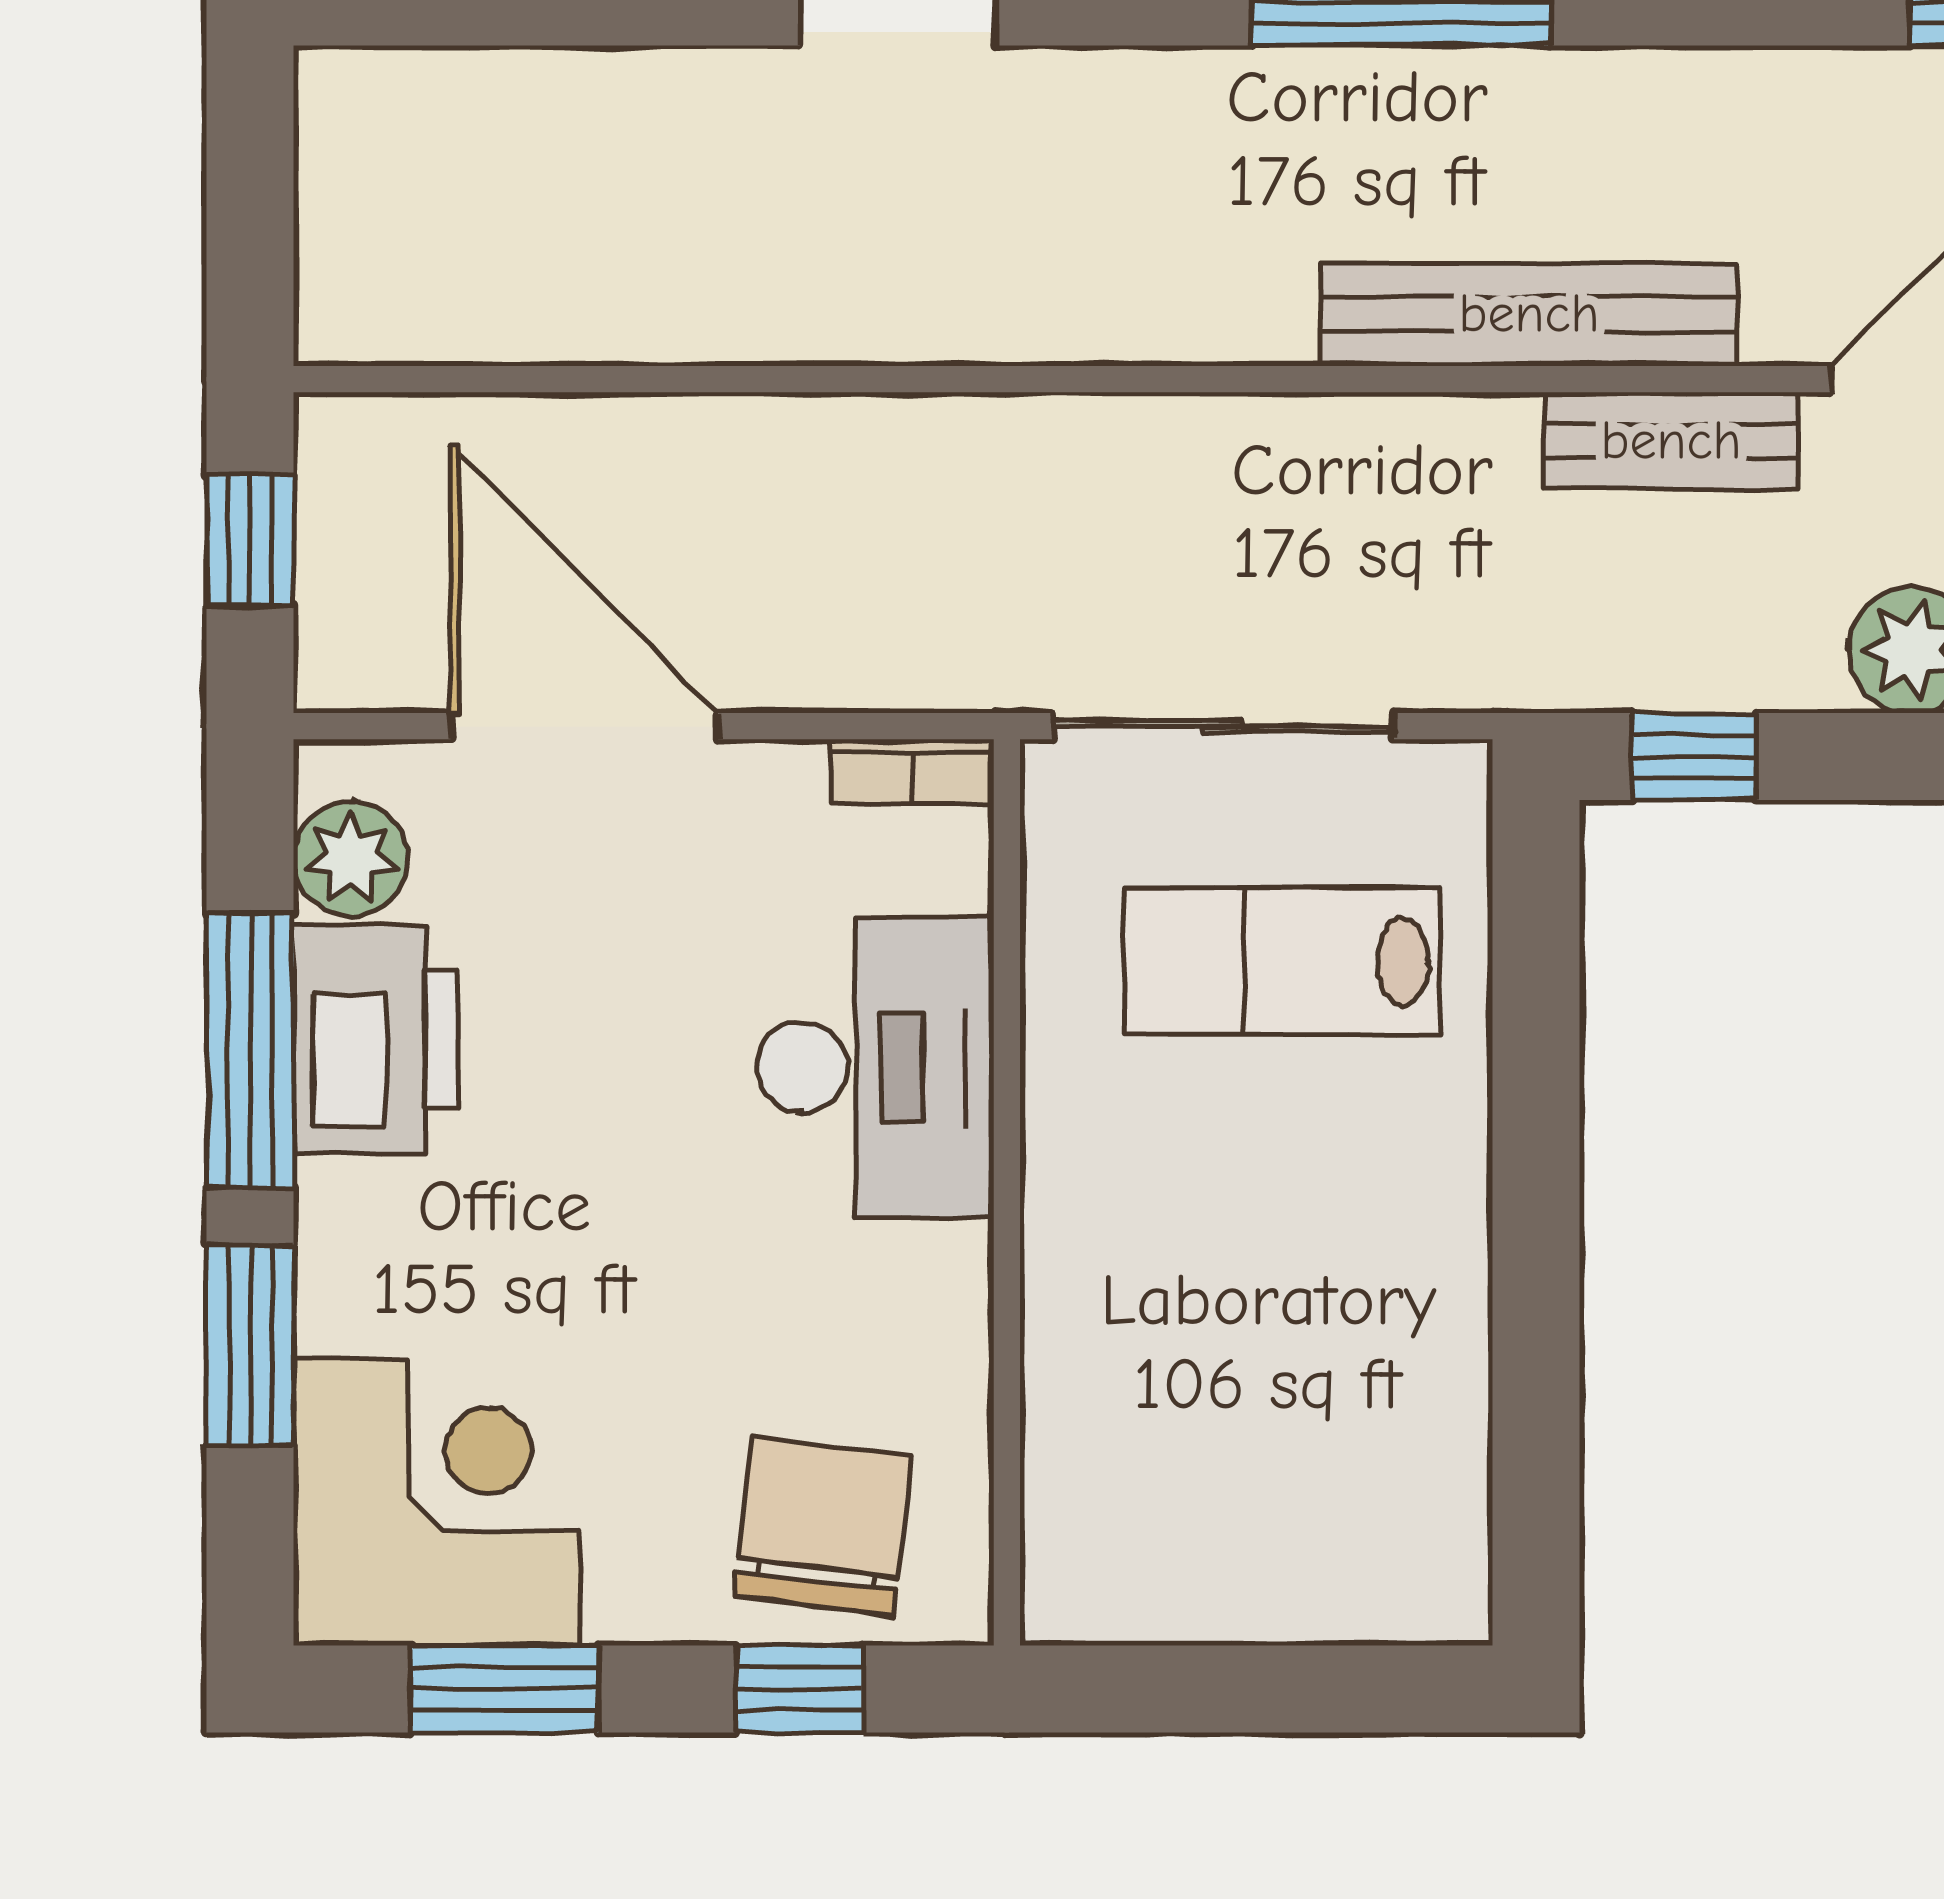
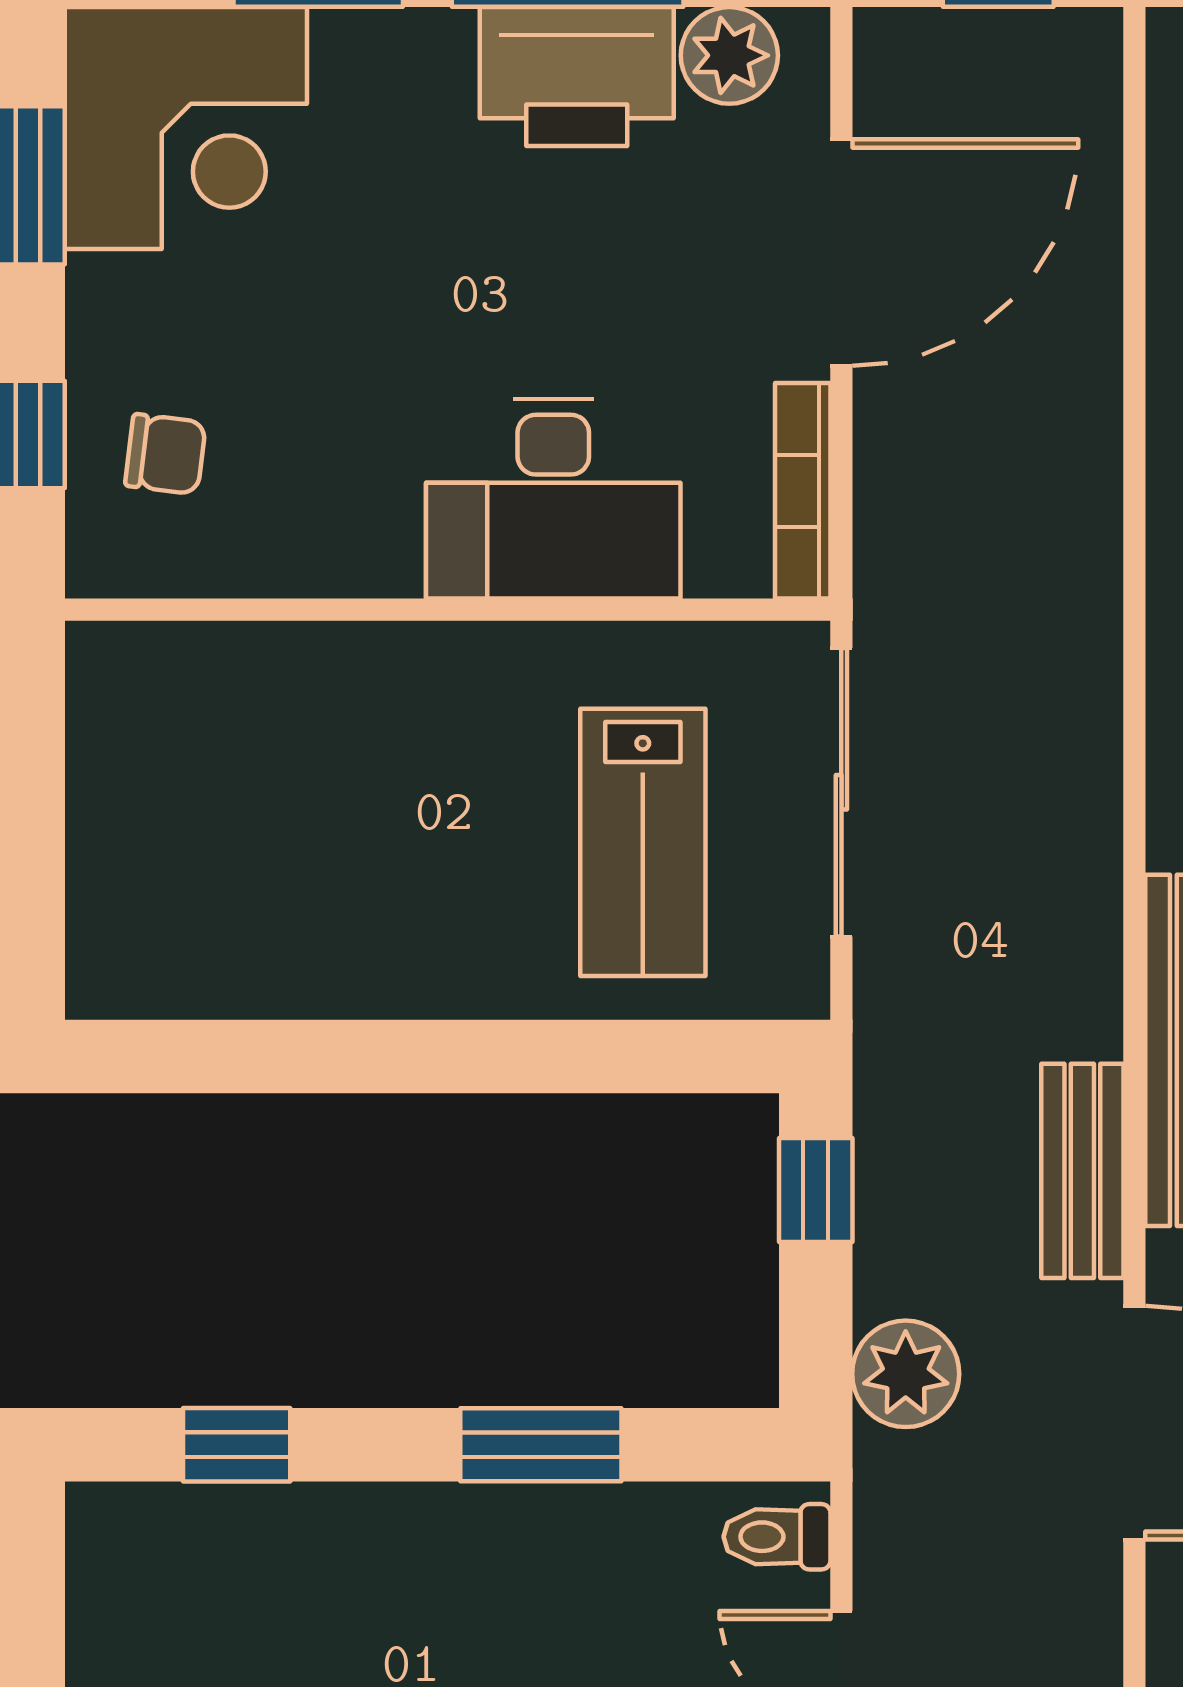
bookcase: (912, 772) -> (803, 491), width x1.56
lab bench: (1282, 961) -> (643, 842), turned 180
chair: (823, 1526) -> (165, 454), width x0.54, depth x0.54

